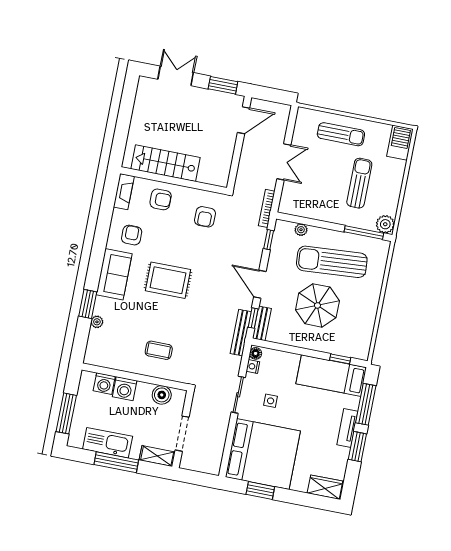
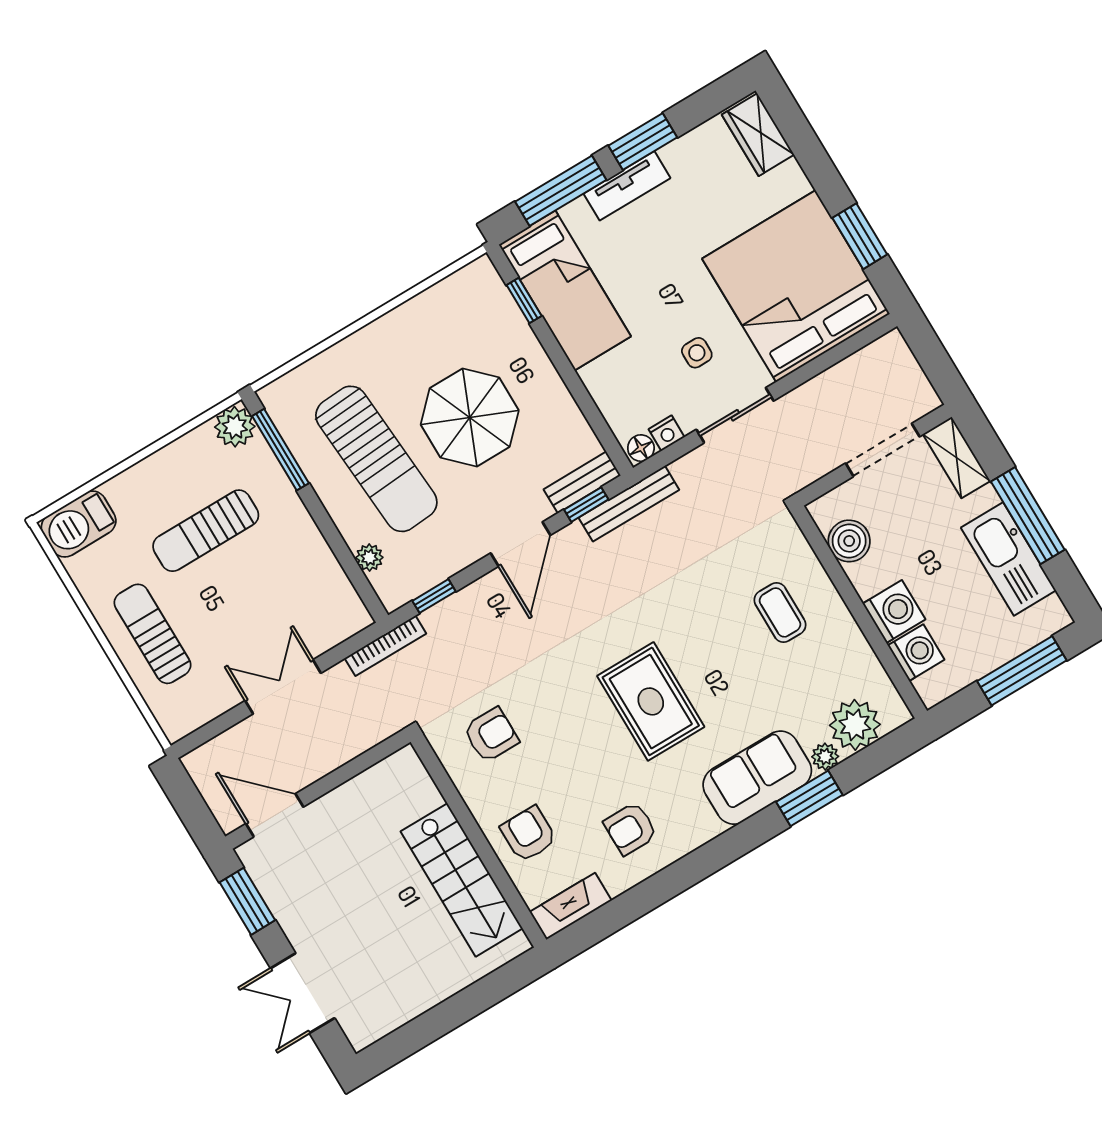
sofa: (114, 274) -> (757, 778), moved
plant: (99, 341) -> (855, 725), added

